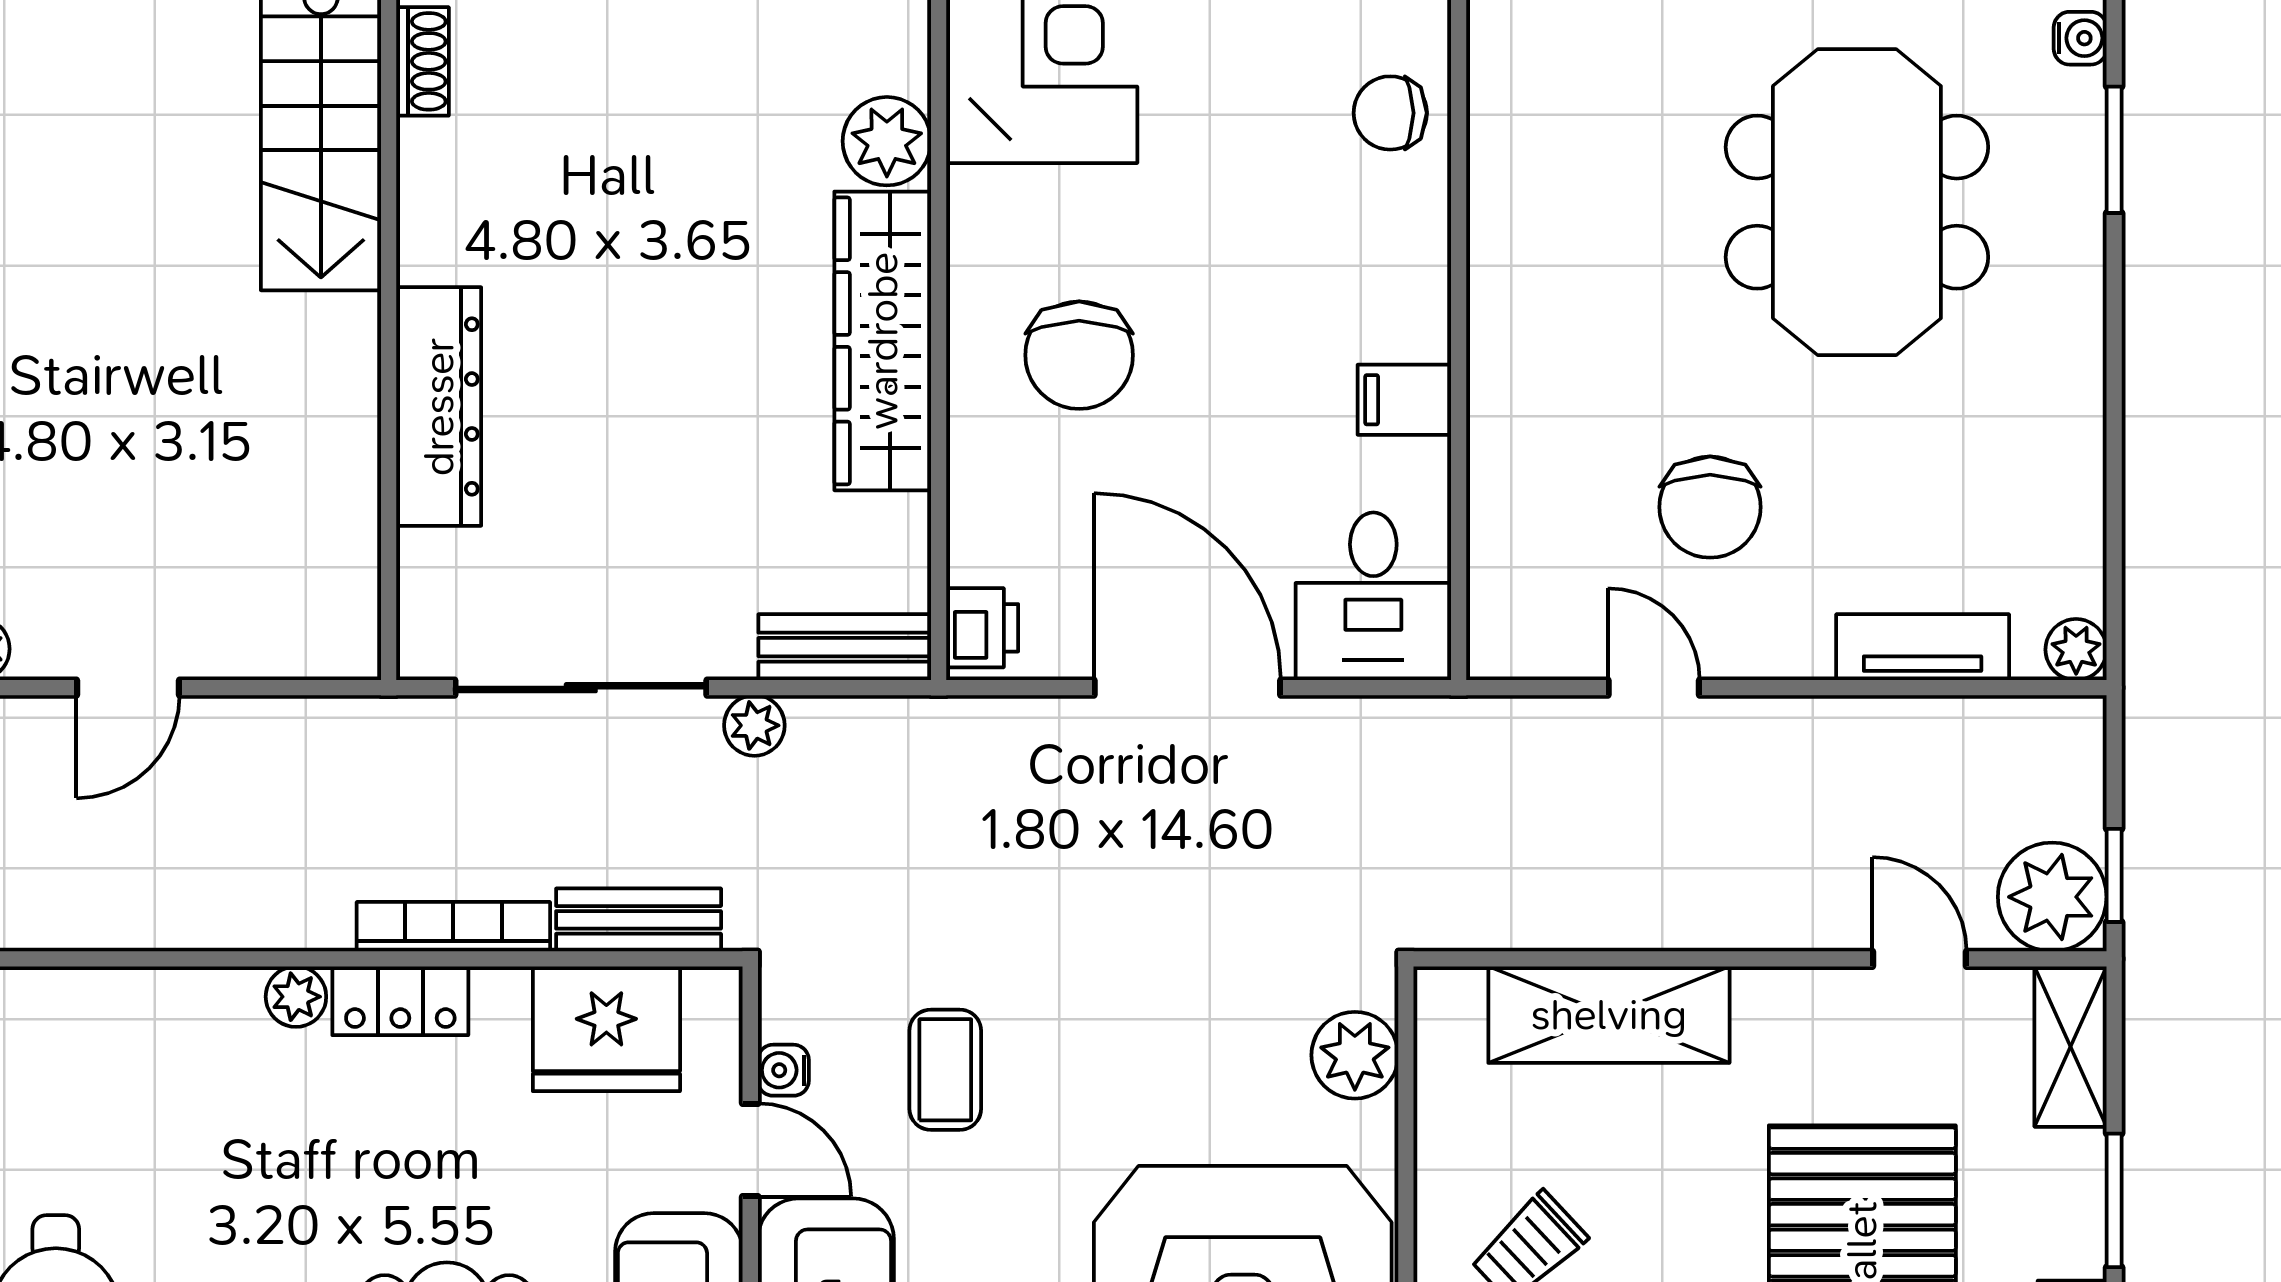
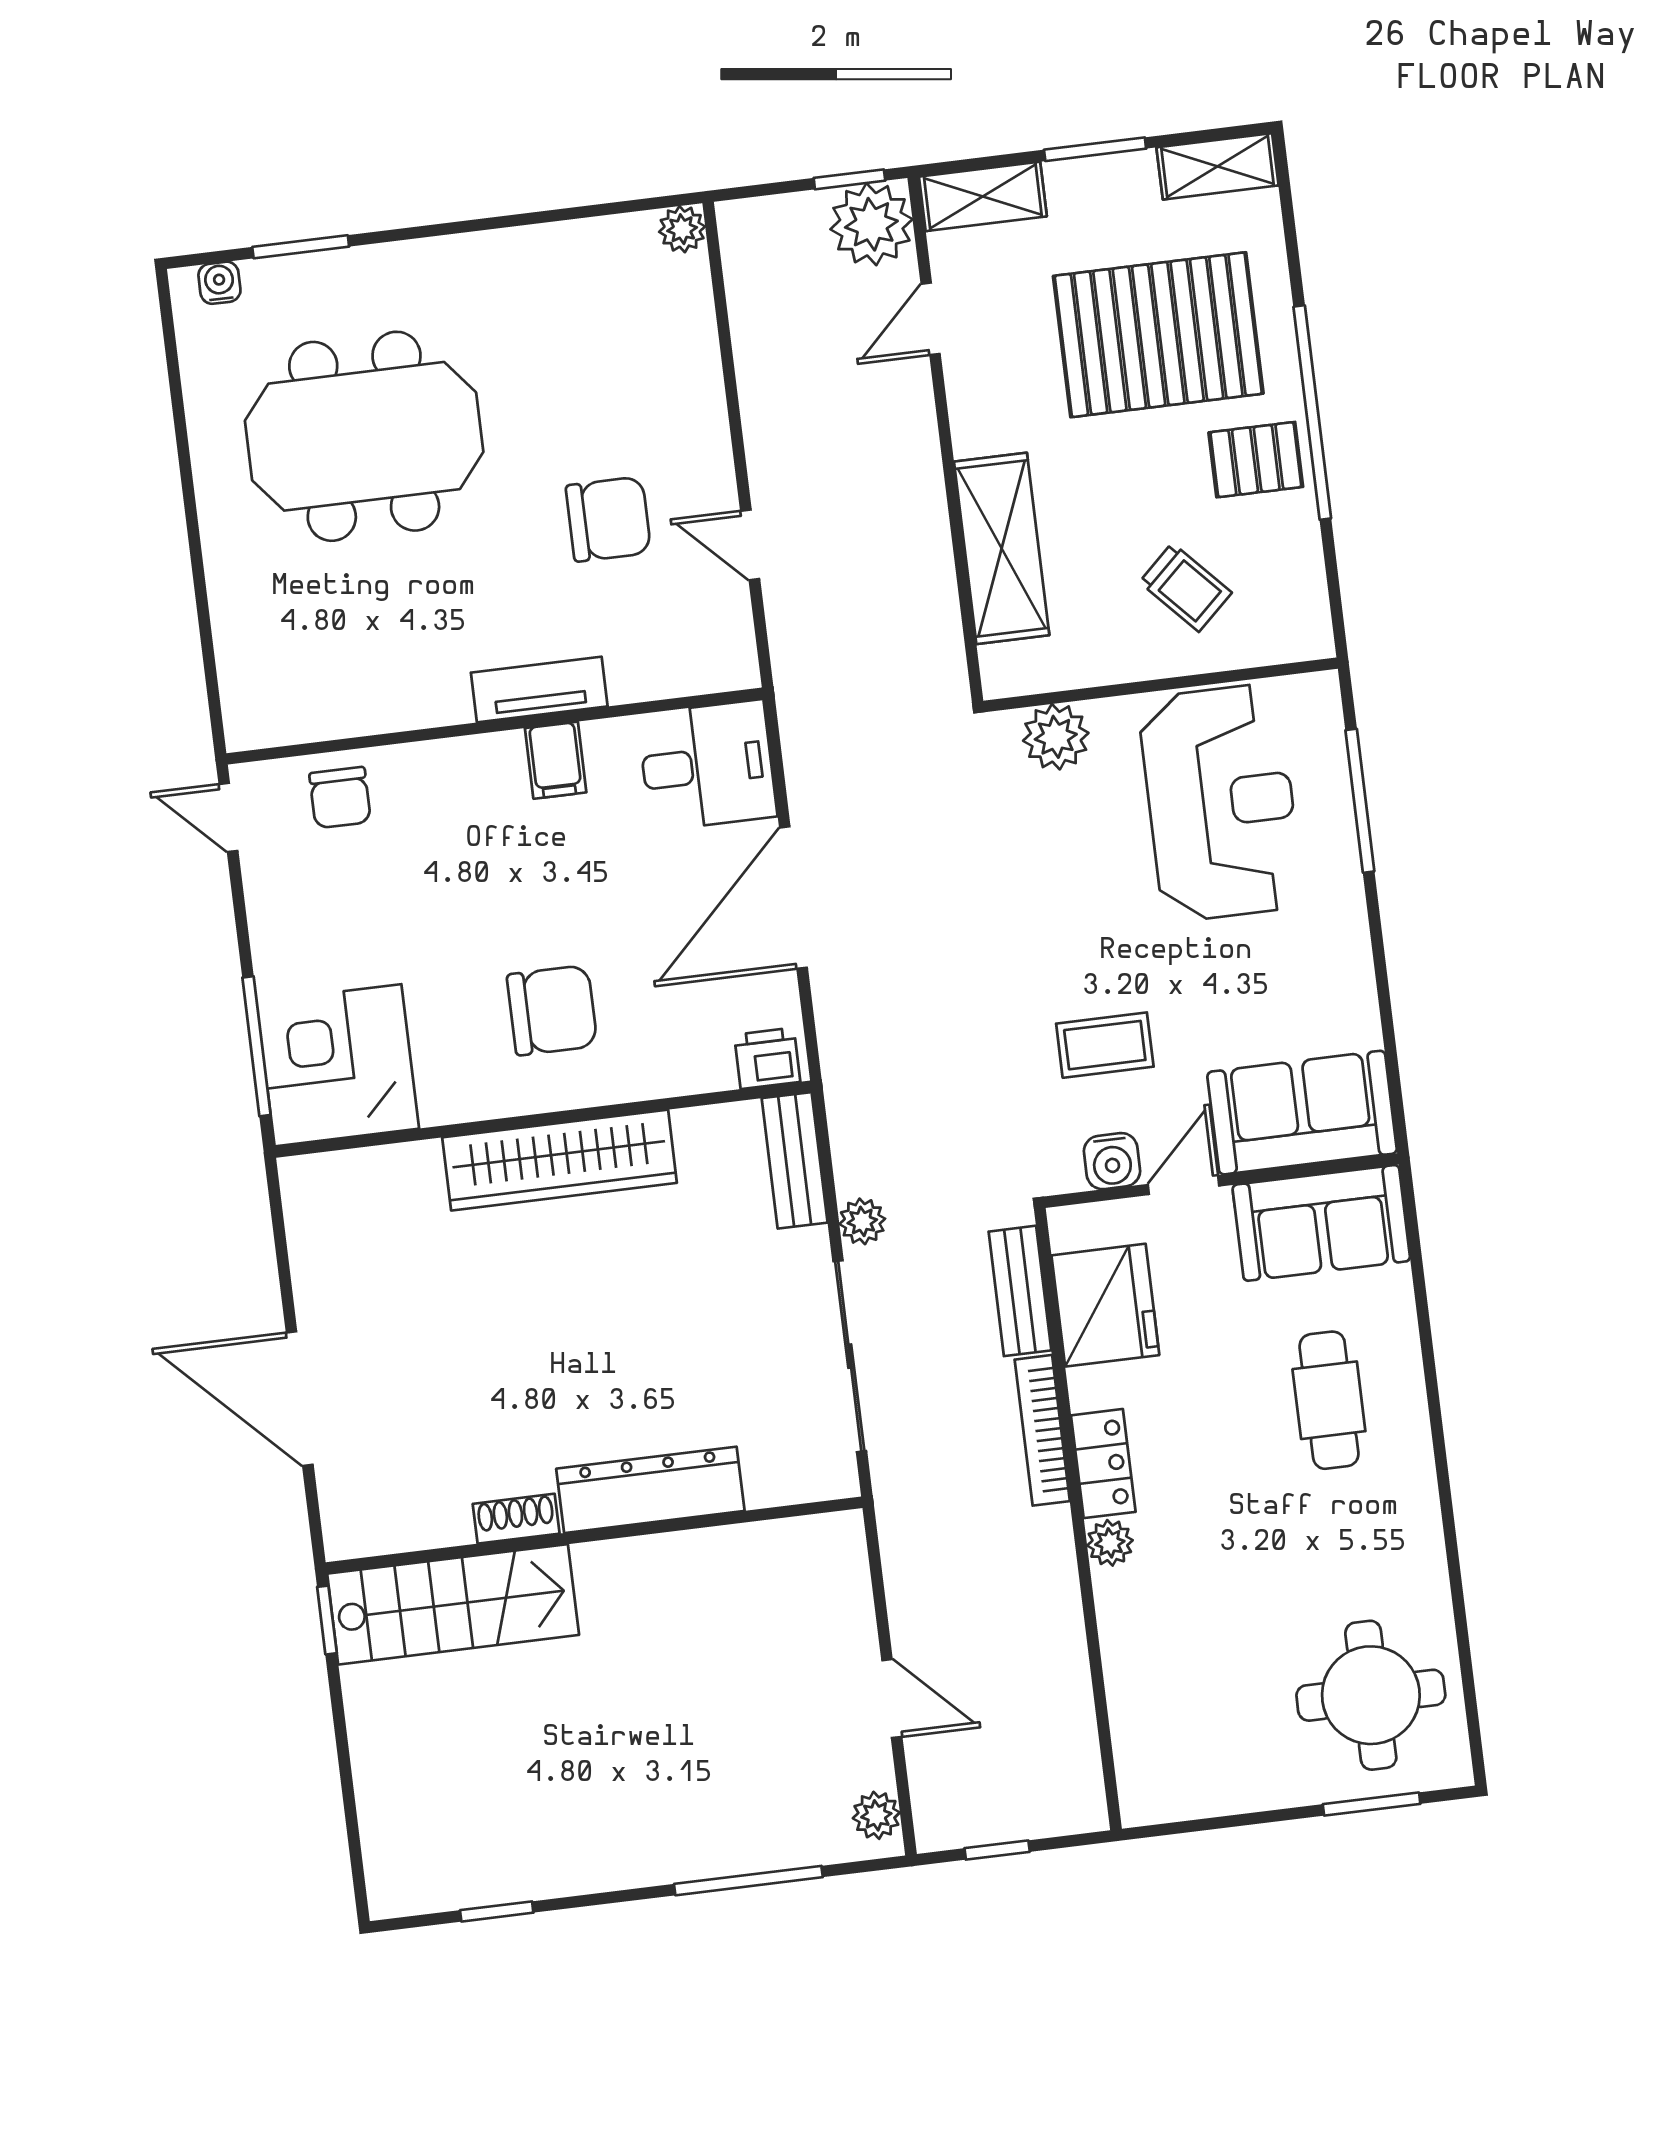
shoe rack: (422, 61) -> (516, 1519), moved
plant: (887, 141) -> (408, 1176), removed
tv unit: (1923, 647) -> (539, 690), moved, turned 90
door: (1654, 688) -> (750, 545), hinge flipped
water cooler: (783, 1070) -> (1112, 1161), width x1.38, depth x1.38

